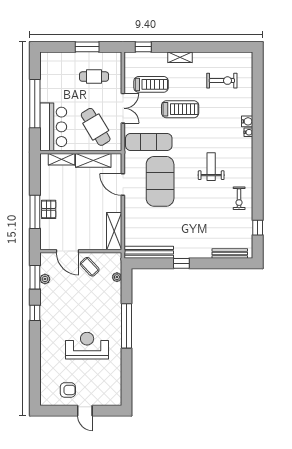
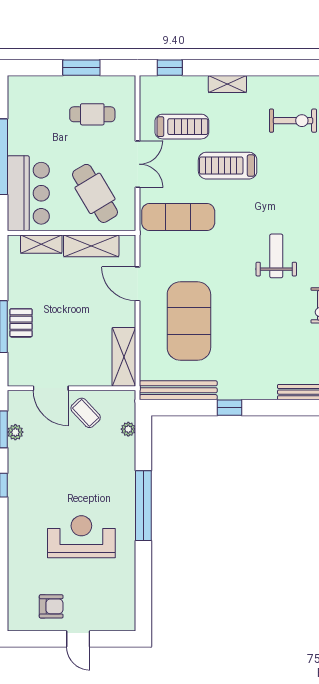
treadmill: (180, 109) -> (228, 166), turned 180
exercise mat: (160, 181) -> (189, 321), moved

